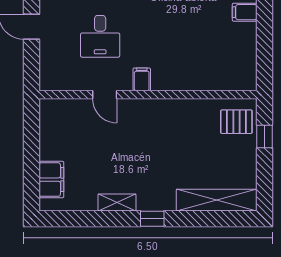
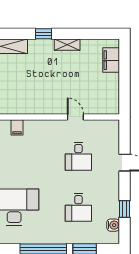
desk: (100, 36) -> (78, 156), turned 180
filing cabinet: (142, 79) -> (17, 127), moved

